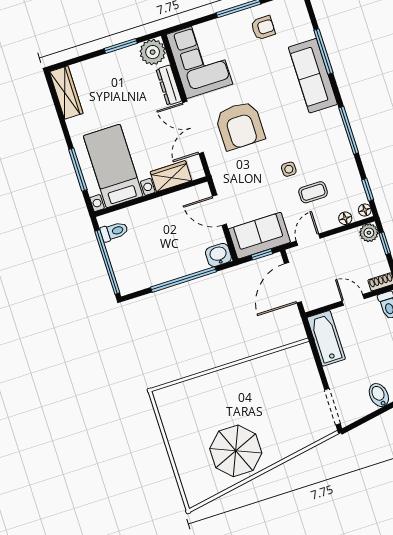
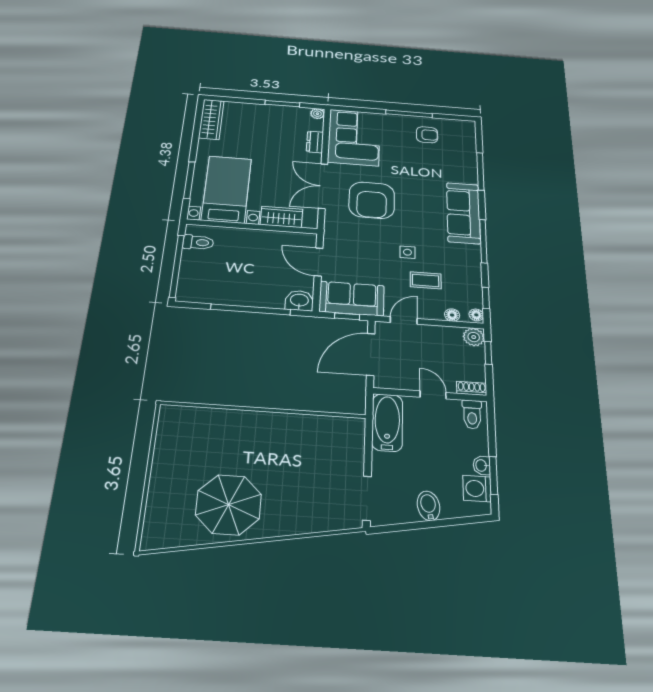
plant: (153, 52) -> (317, 114), width x0.53, depth x0.53
sofa: (313, 76) -> (463, 213), moved
dresser: (169, 85) -> (315, 142), width x0.70

